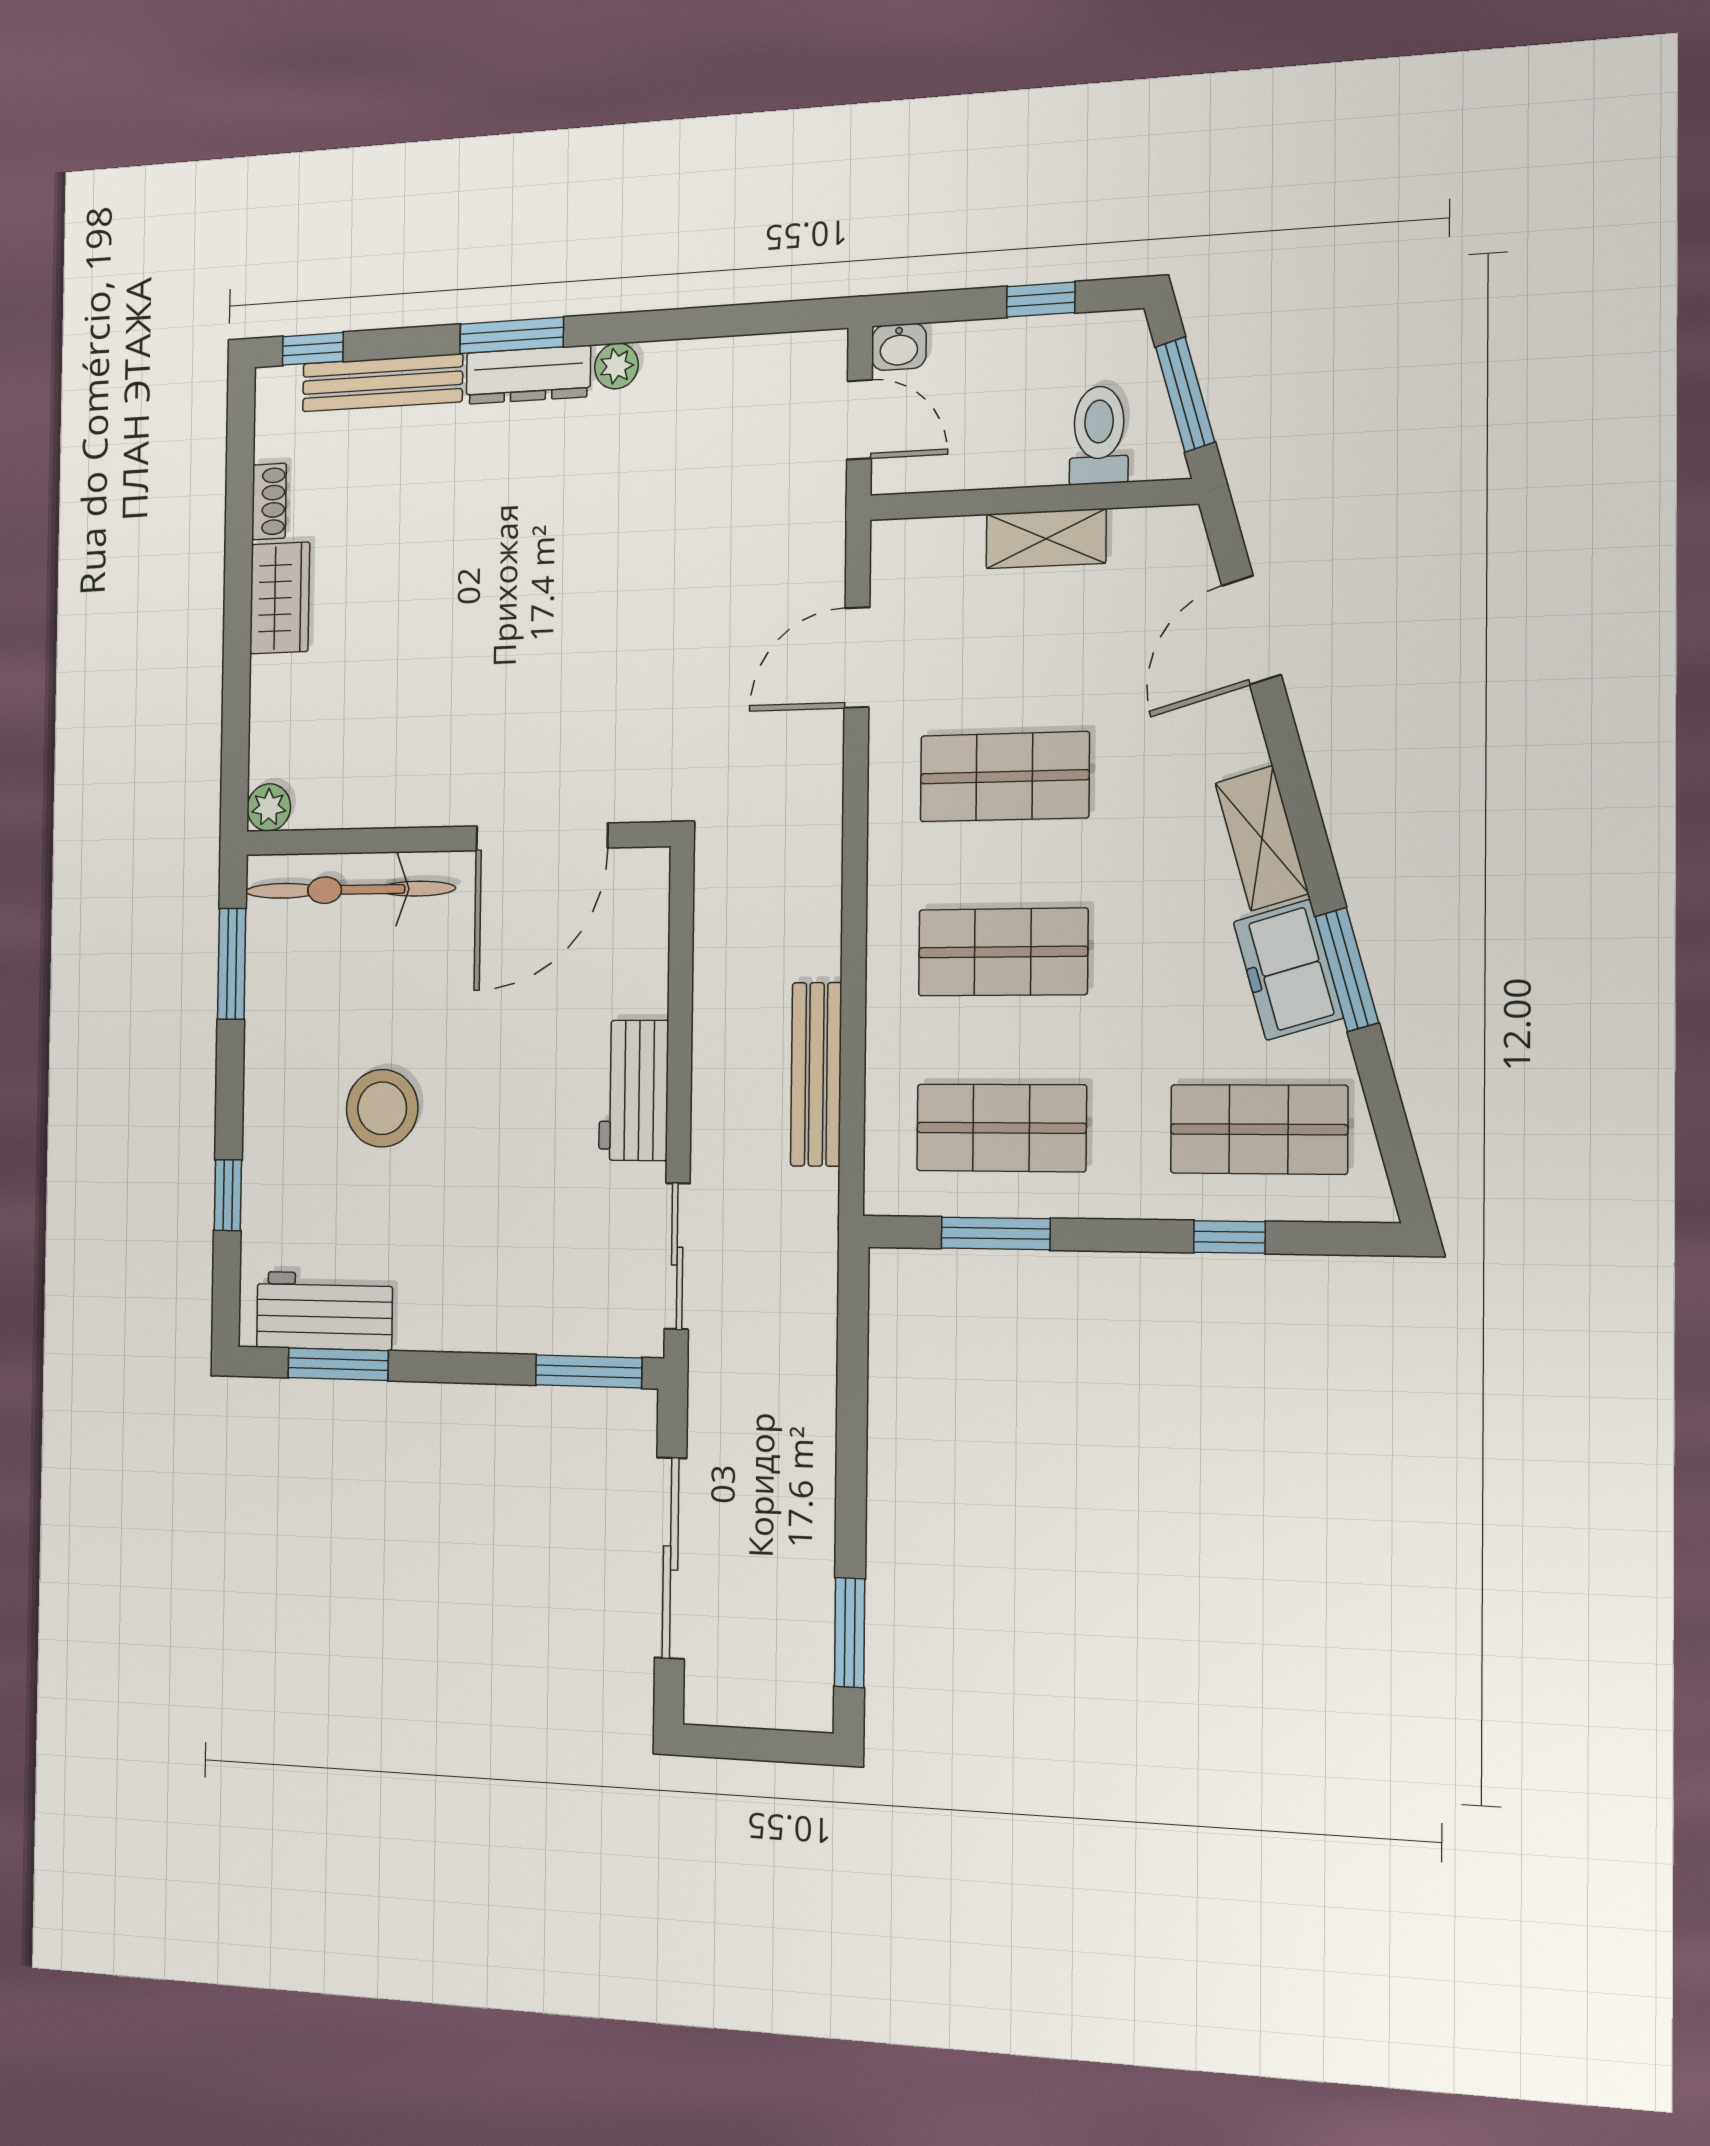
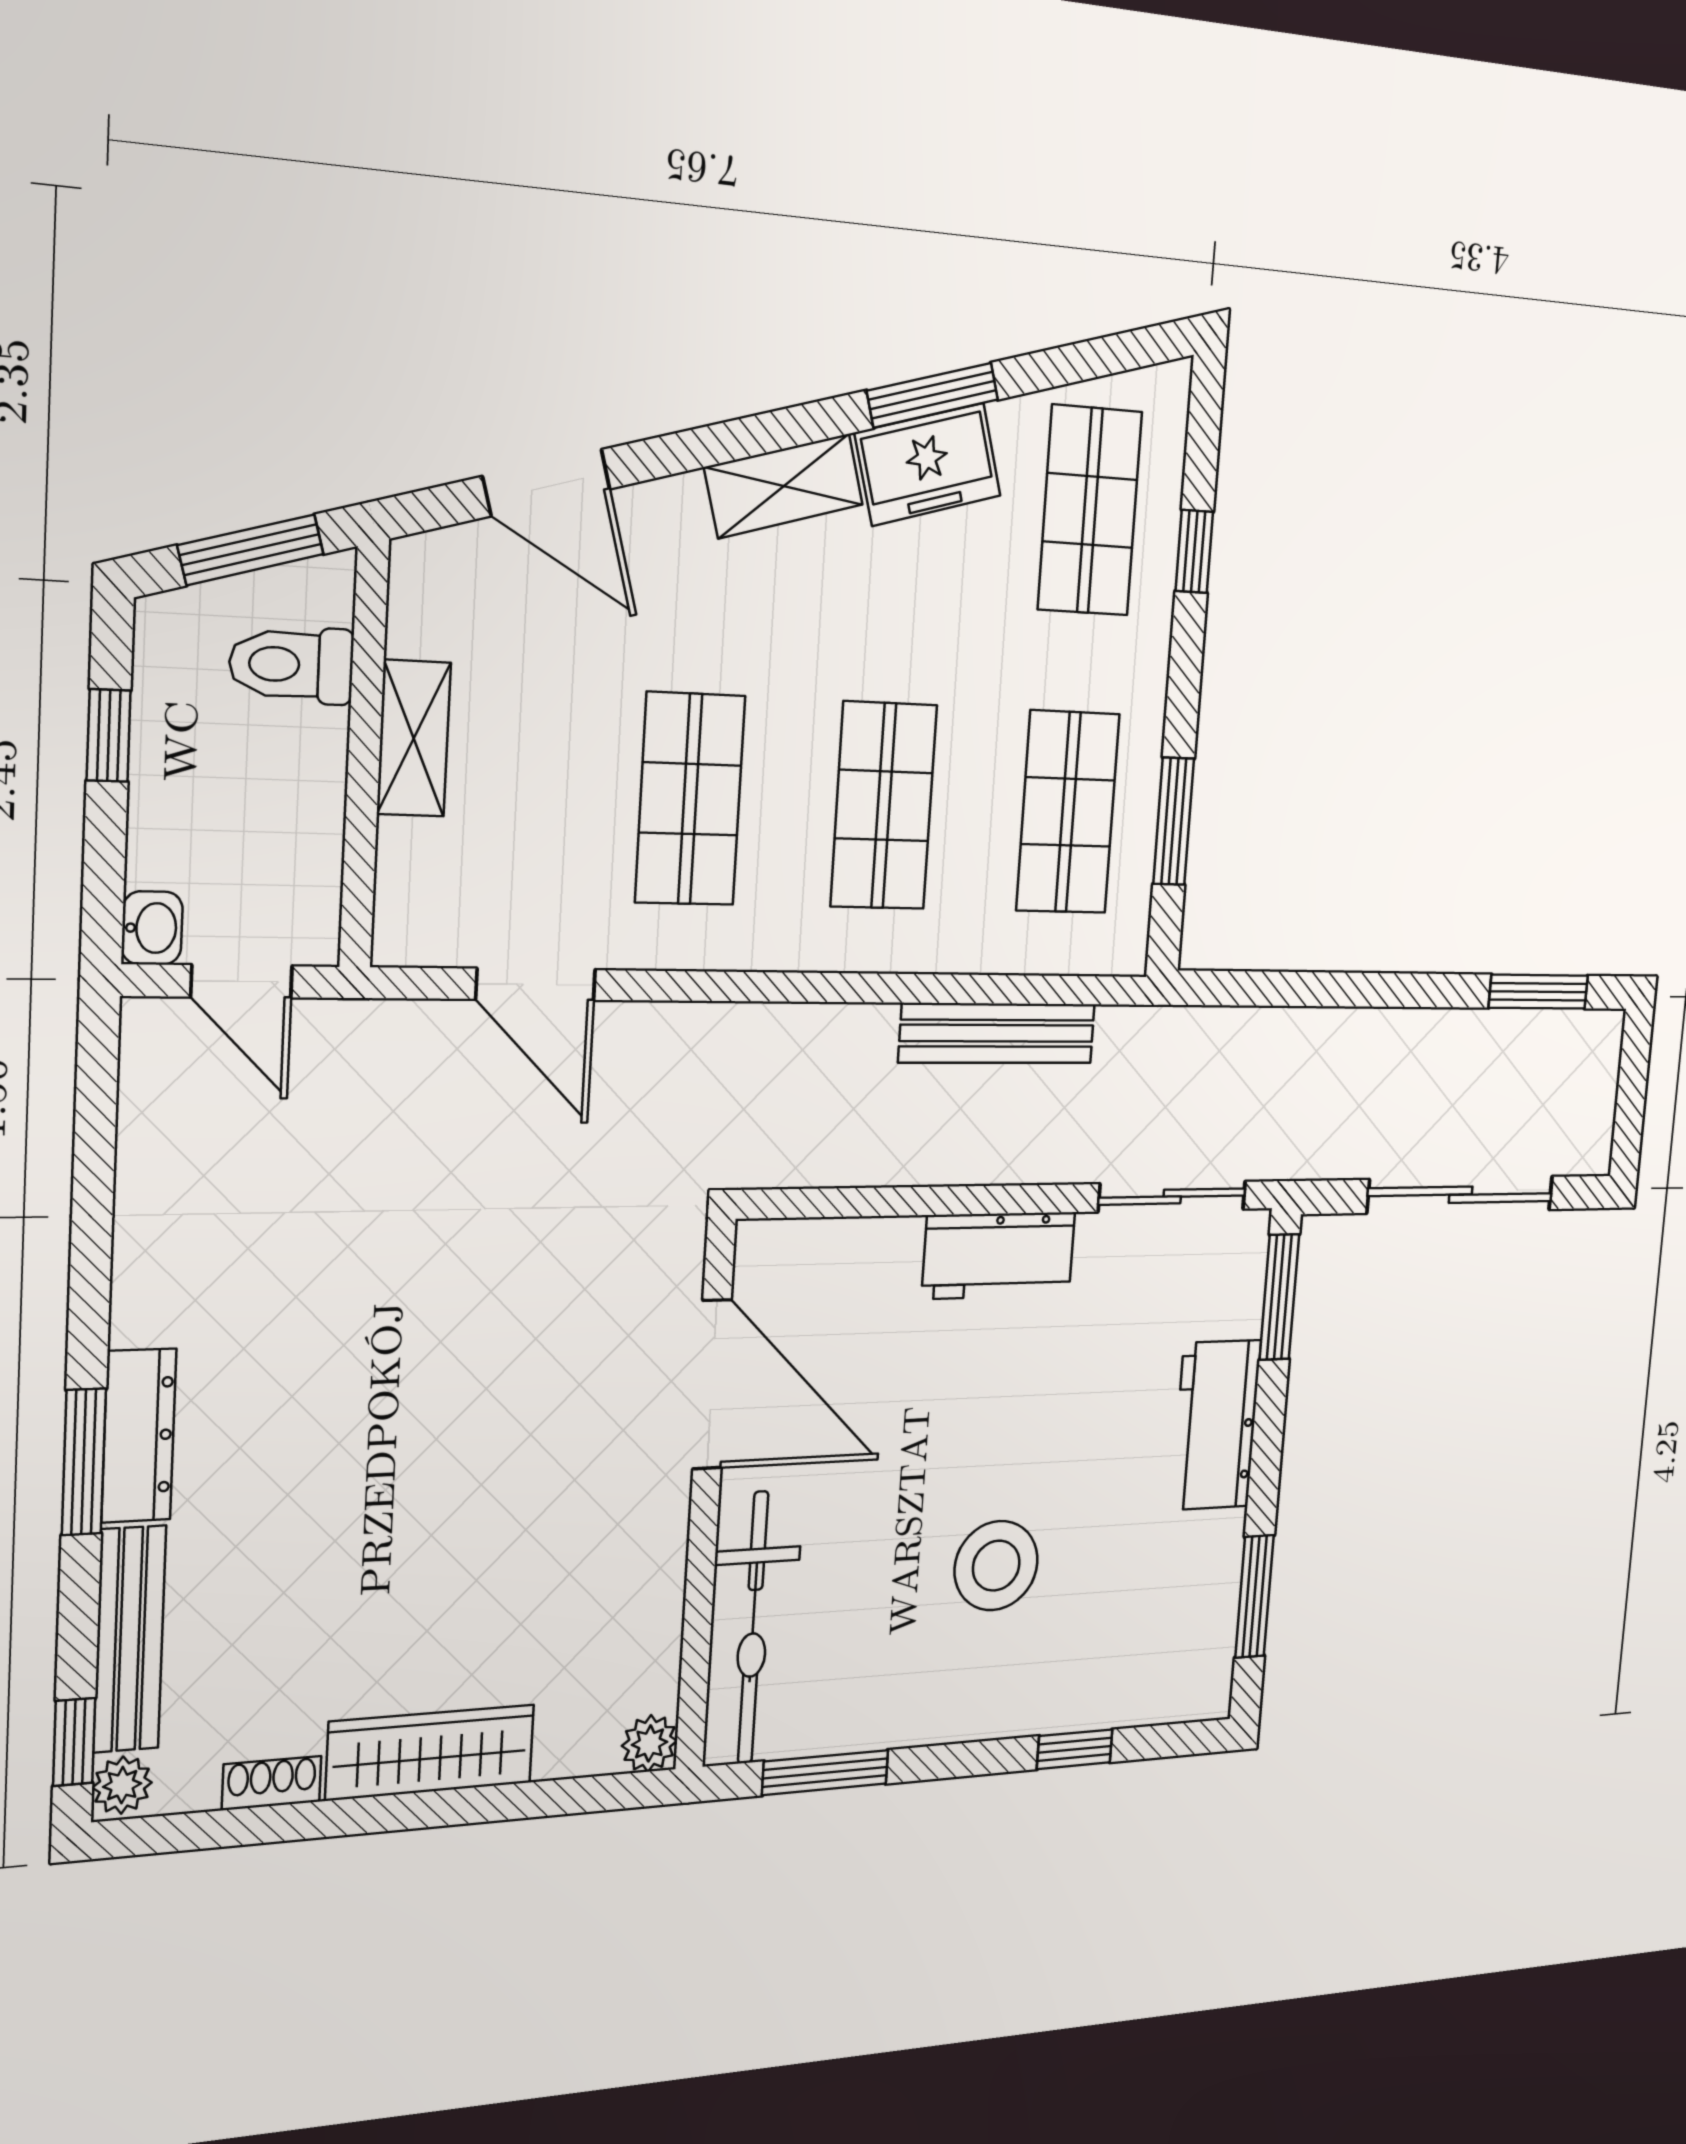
plant: (616, 366) -> (122, 1785), moved
door: (859, 420) -> (242, 981), swing flipped
wardrobe: (280, 598) -> (430, 1752), width x1.50
workbench: (324, 1311) -> (1216, 1425), moved

